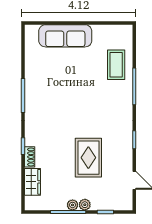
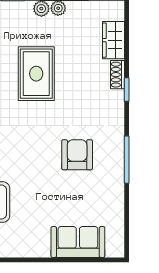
sofa: (65, 36) -> (78, 242), width x0.73
armchair: (59, 99) -> (77, 155), added

